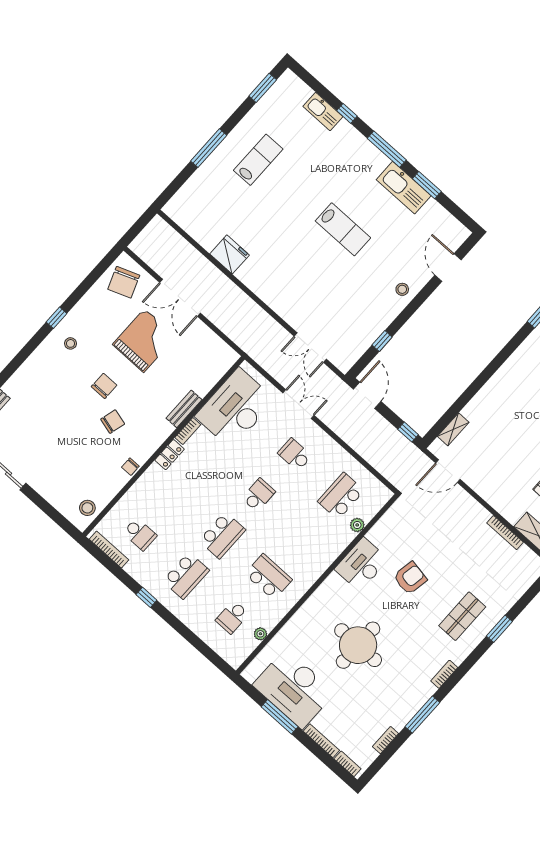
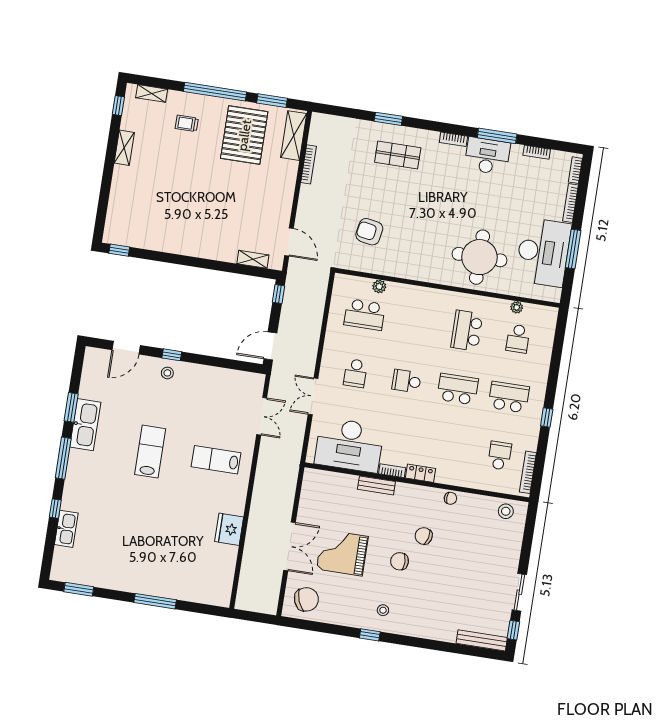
lab bench: (258, 160) -> (216, 460), moved
window: (382, 341) -> (172, 355), moved
desk: (362, 564) -> (487, 156), moved, turned 180
armchair: (410, 578) -> (369, 232), moved
school desk: (232, 617) -> (518, 339), turned 90
round table: (358, 645) -> (479, 257), moved

